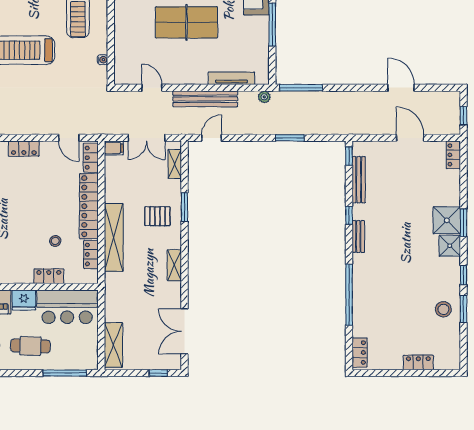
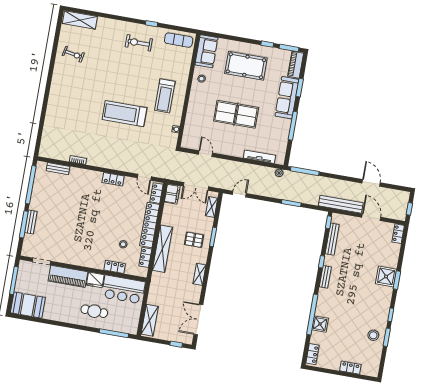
bench: (205, 99) -> (341, 204), moved
filing cabinet: (114, 148) -> (172, 194), width x2.00
shower: (450, 246) -> (320, 324), moved

